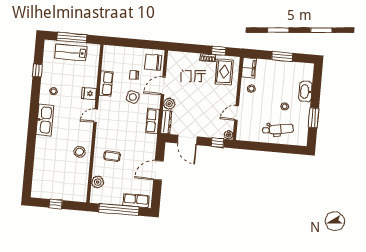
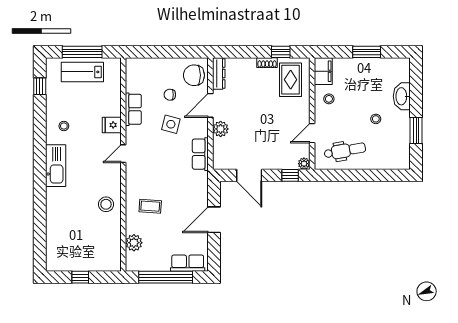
window: (37, 70) -> (40, 86), moved
dresser: (166, 122) -> (219, 74), moved
dental chair: (278, 129) -> (345, 151), moved

